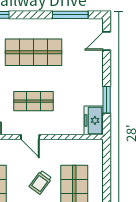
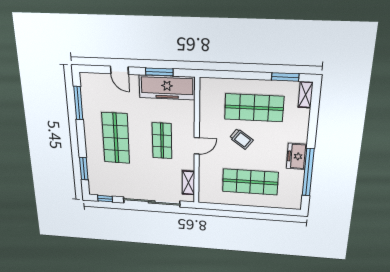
door: (107, 41) -> (119, 70), moved
freezer: (94, 120) -> (167, 87), width x1.91, depth x1.26

